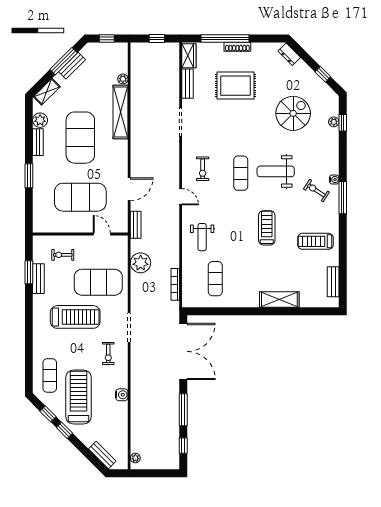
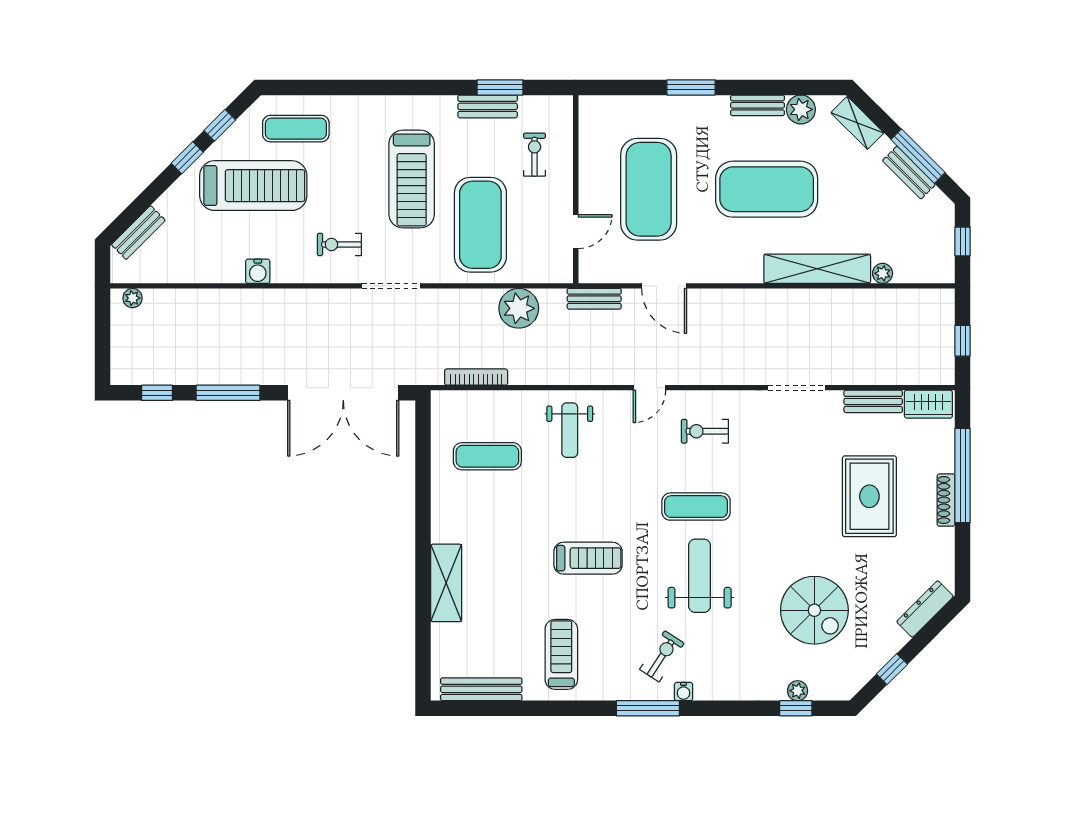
dresser: (289, 54) -> (925, 609), width x1.44
weight bench: (202, 237) -> (570, 430), turned -90
bench: (333, 282) -> (481, 689), width x1.36

